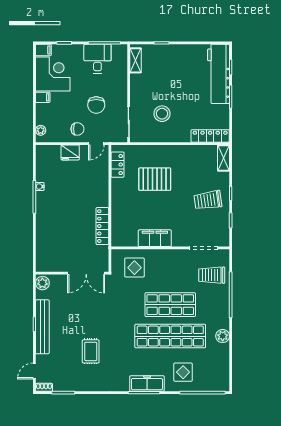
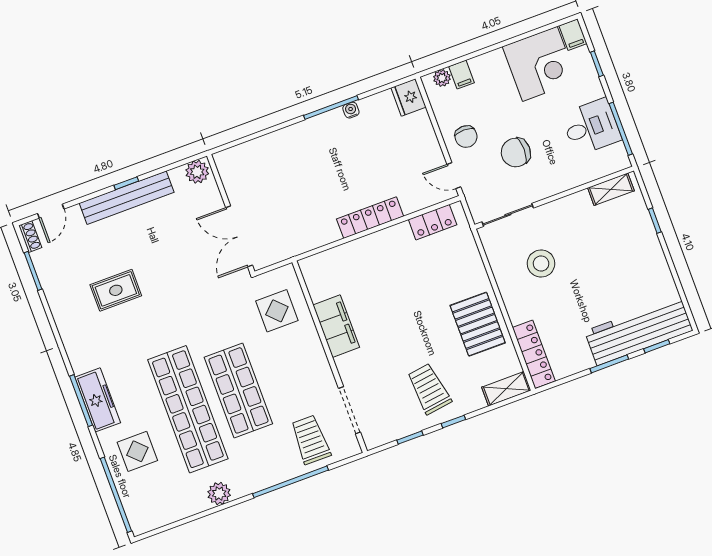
filing cabinet: (43, 97) -> (462, 75), moved
fridge: (70, 152) -> (409, 97), moved
pallet: (155, 179) -> (478, 324), moved
locker: (102, 226) -> (370, 218), moved
door: (34, 371) -> (51, 211), swing flipped

